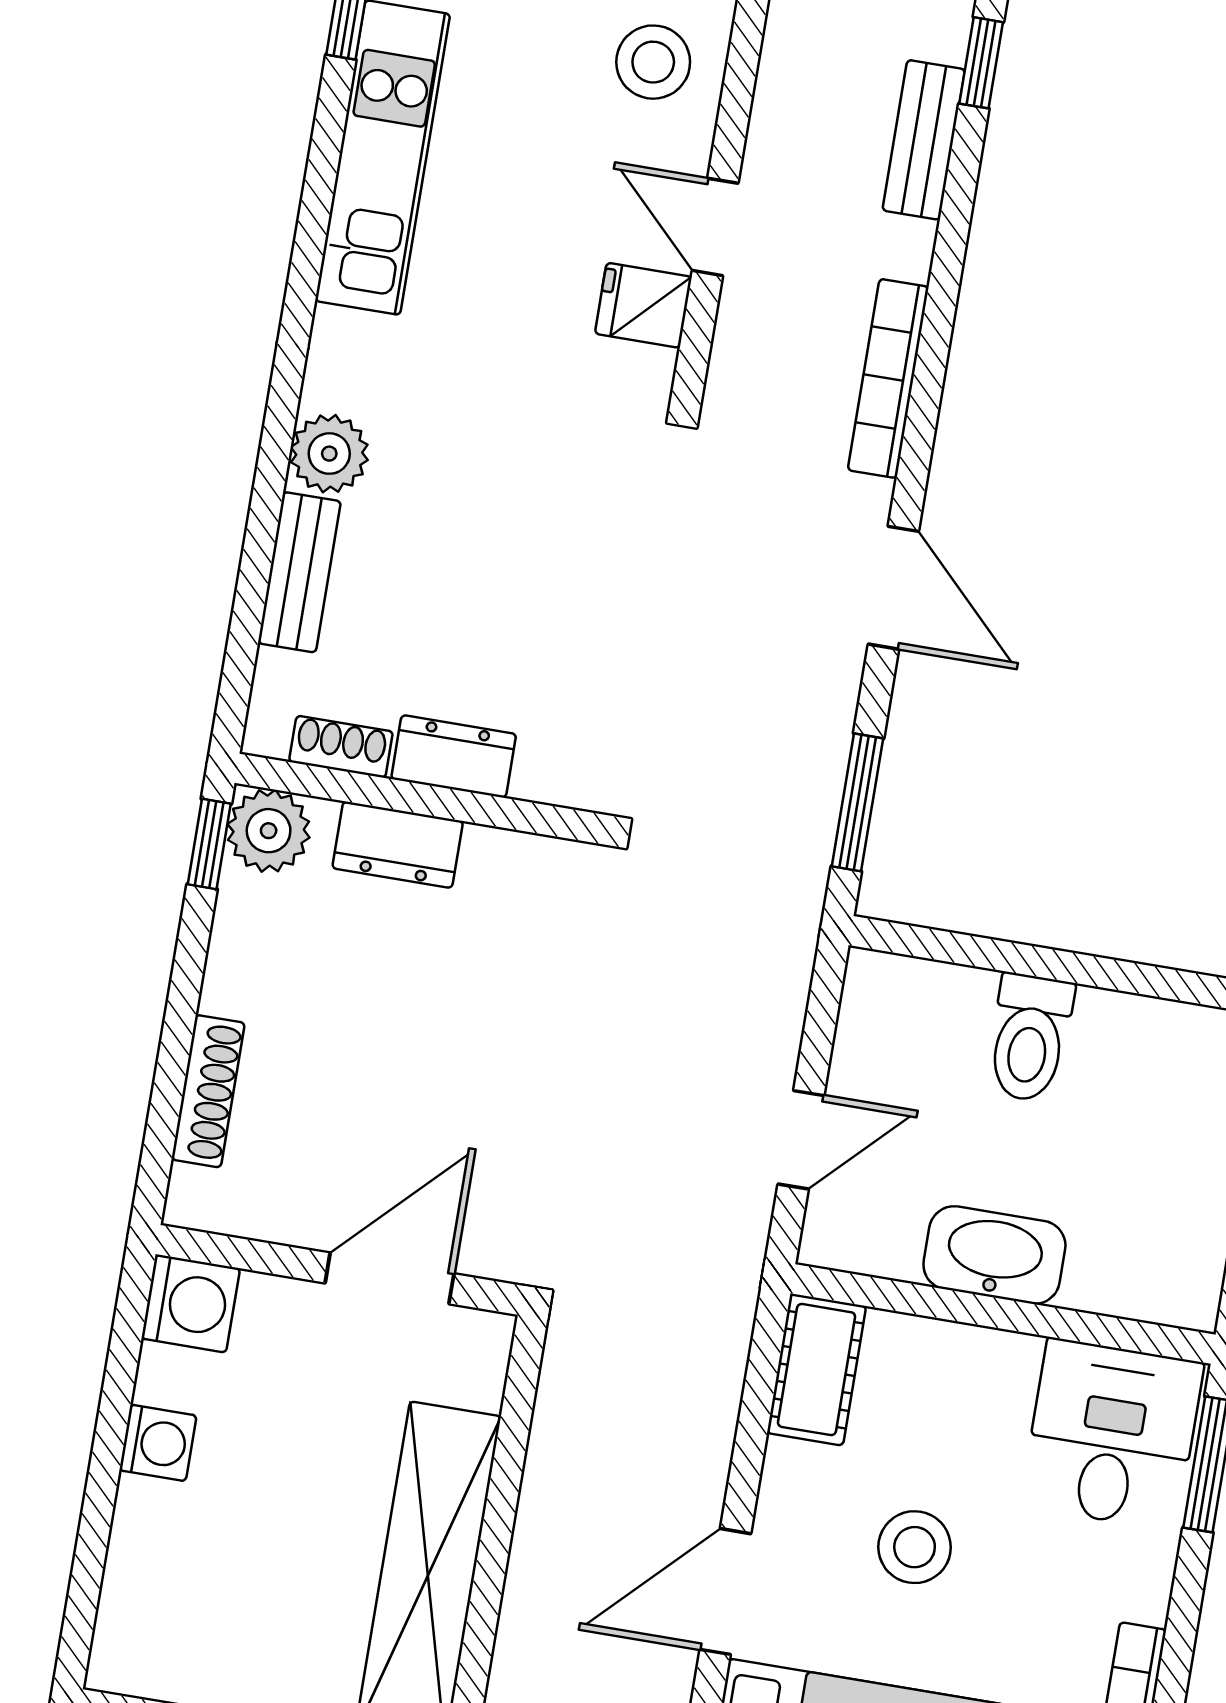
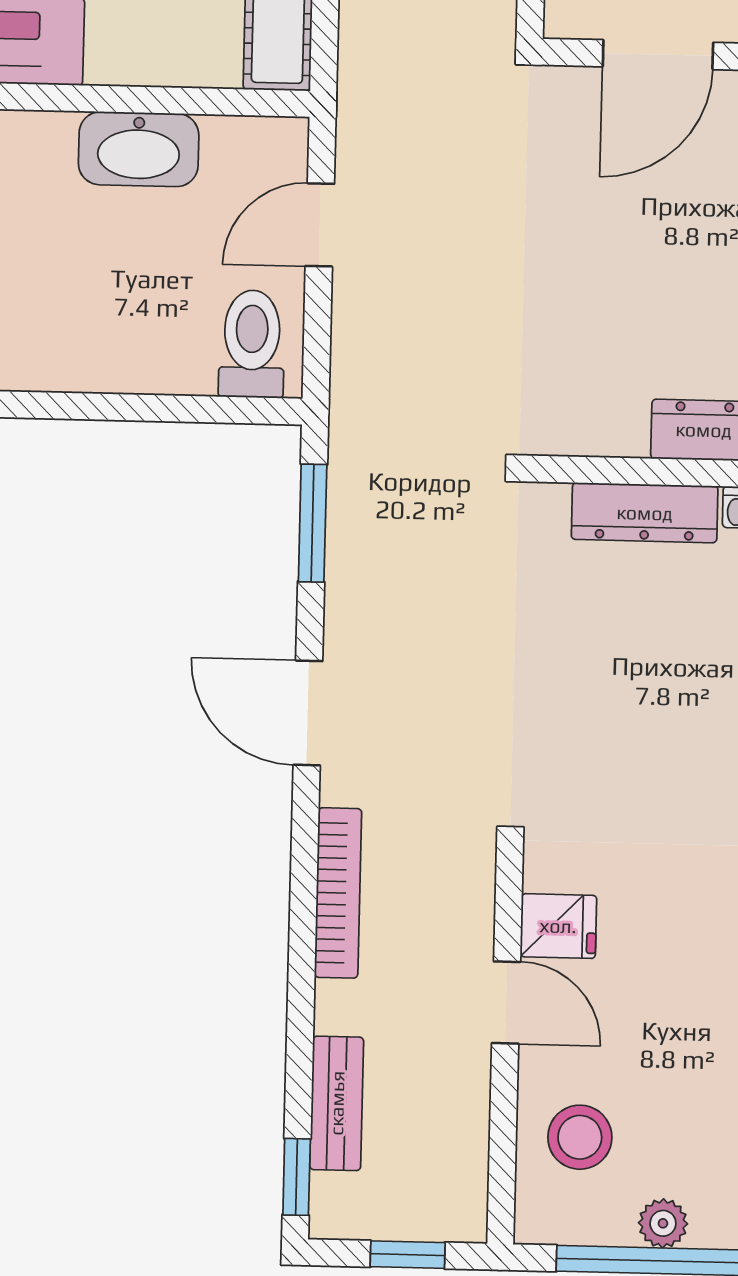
dresser: (454, 756) -> (645, 513), width x1.44
toilet: (1030, 1038) -> (252, 344), moved

